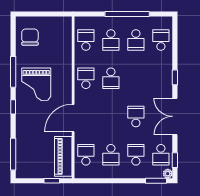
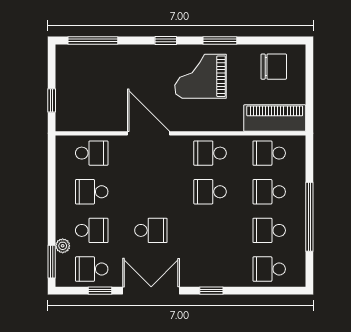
school desk: (86, 40) -> (269, 153), turned 180
school desk: (161, 40) -> (269, 269), turned 180
window: (13, 72) -> (220, 41), width x0.69
school desk: (86, 78) -> (210, 153), turned 180
piano: (63, 156) -> (275, 118), moved
window: (175, 160) -> (100, 291), moved
plant: (168, 174) -> (63, 246), moved

